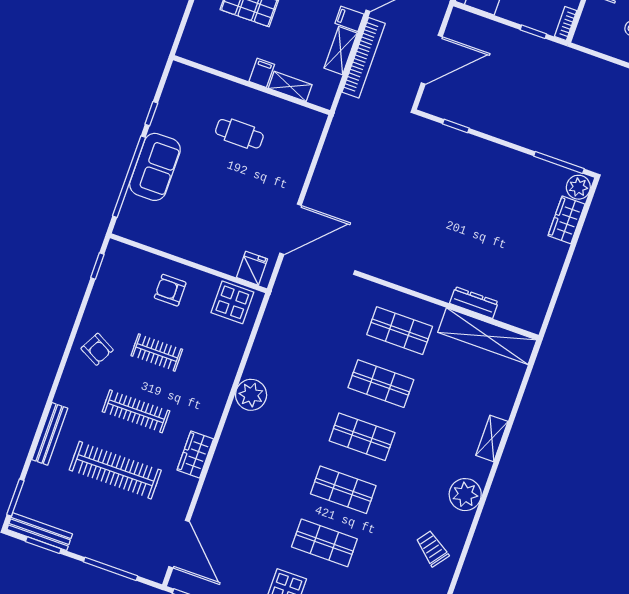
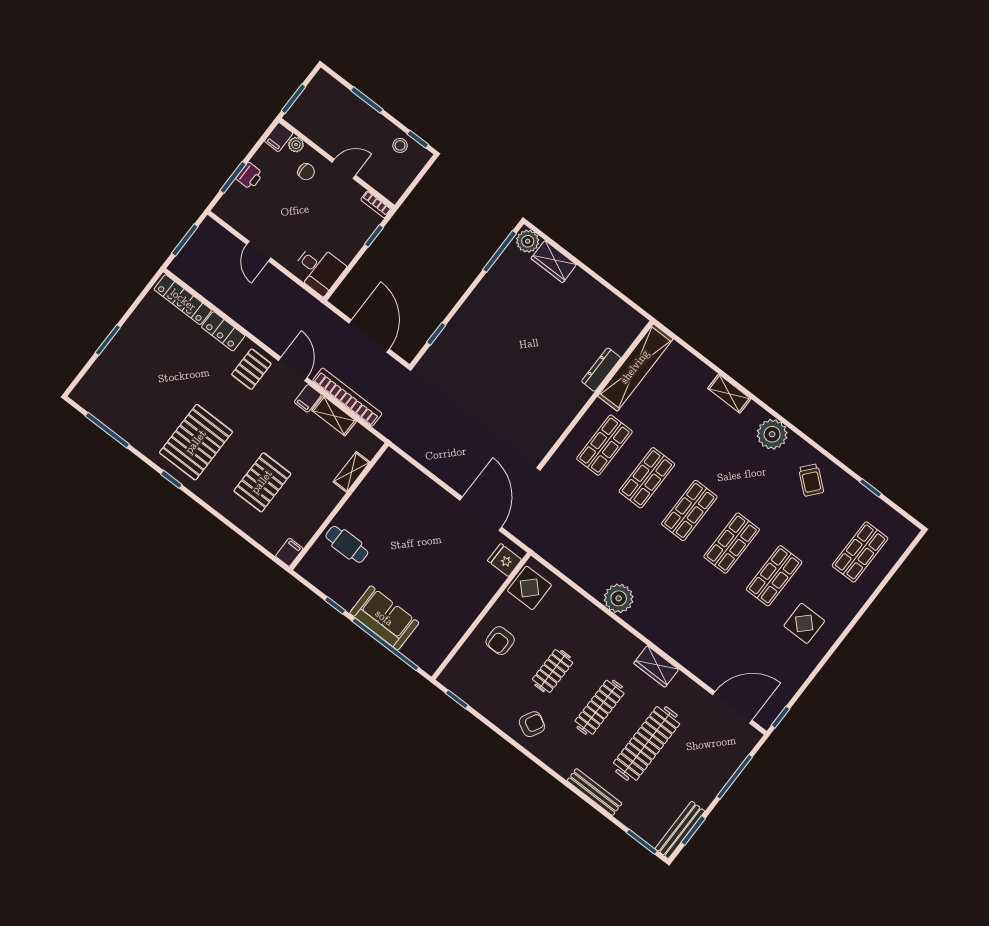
filing cabinet: (262, 73) -> (289, 552), moved, turned 90
cafe table: (239, 134) -> (347, 544), moved, turned 90
trolley: (432, 548) -> (811, 480), turned -87

